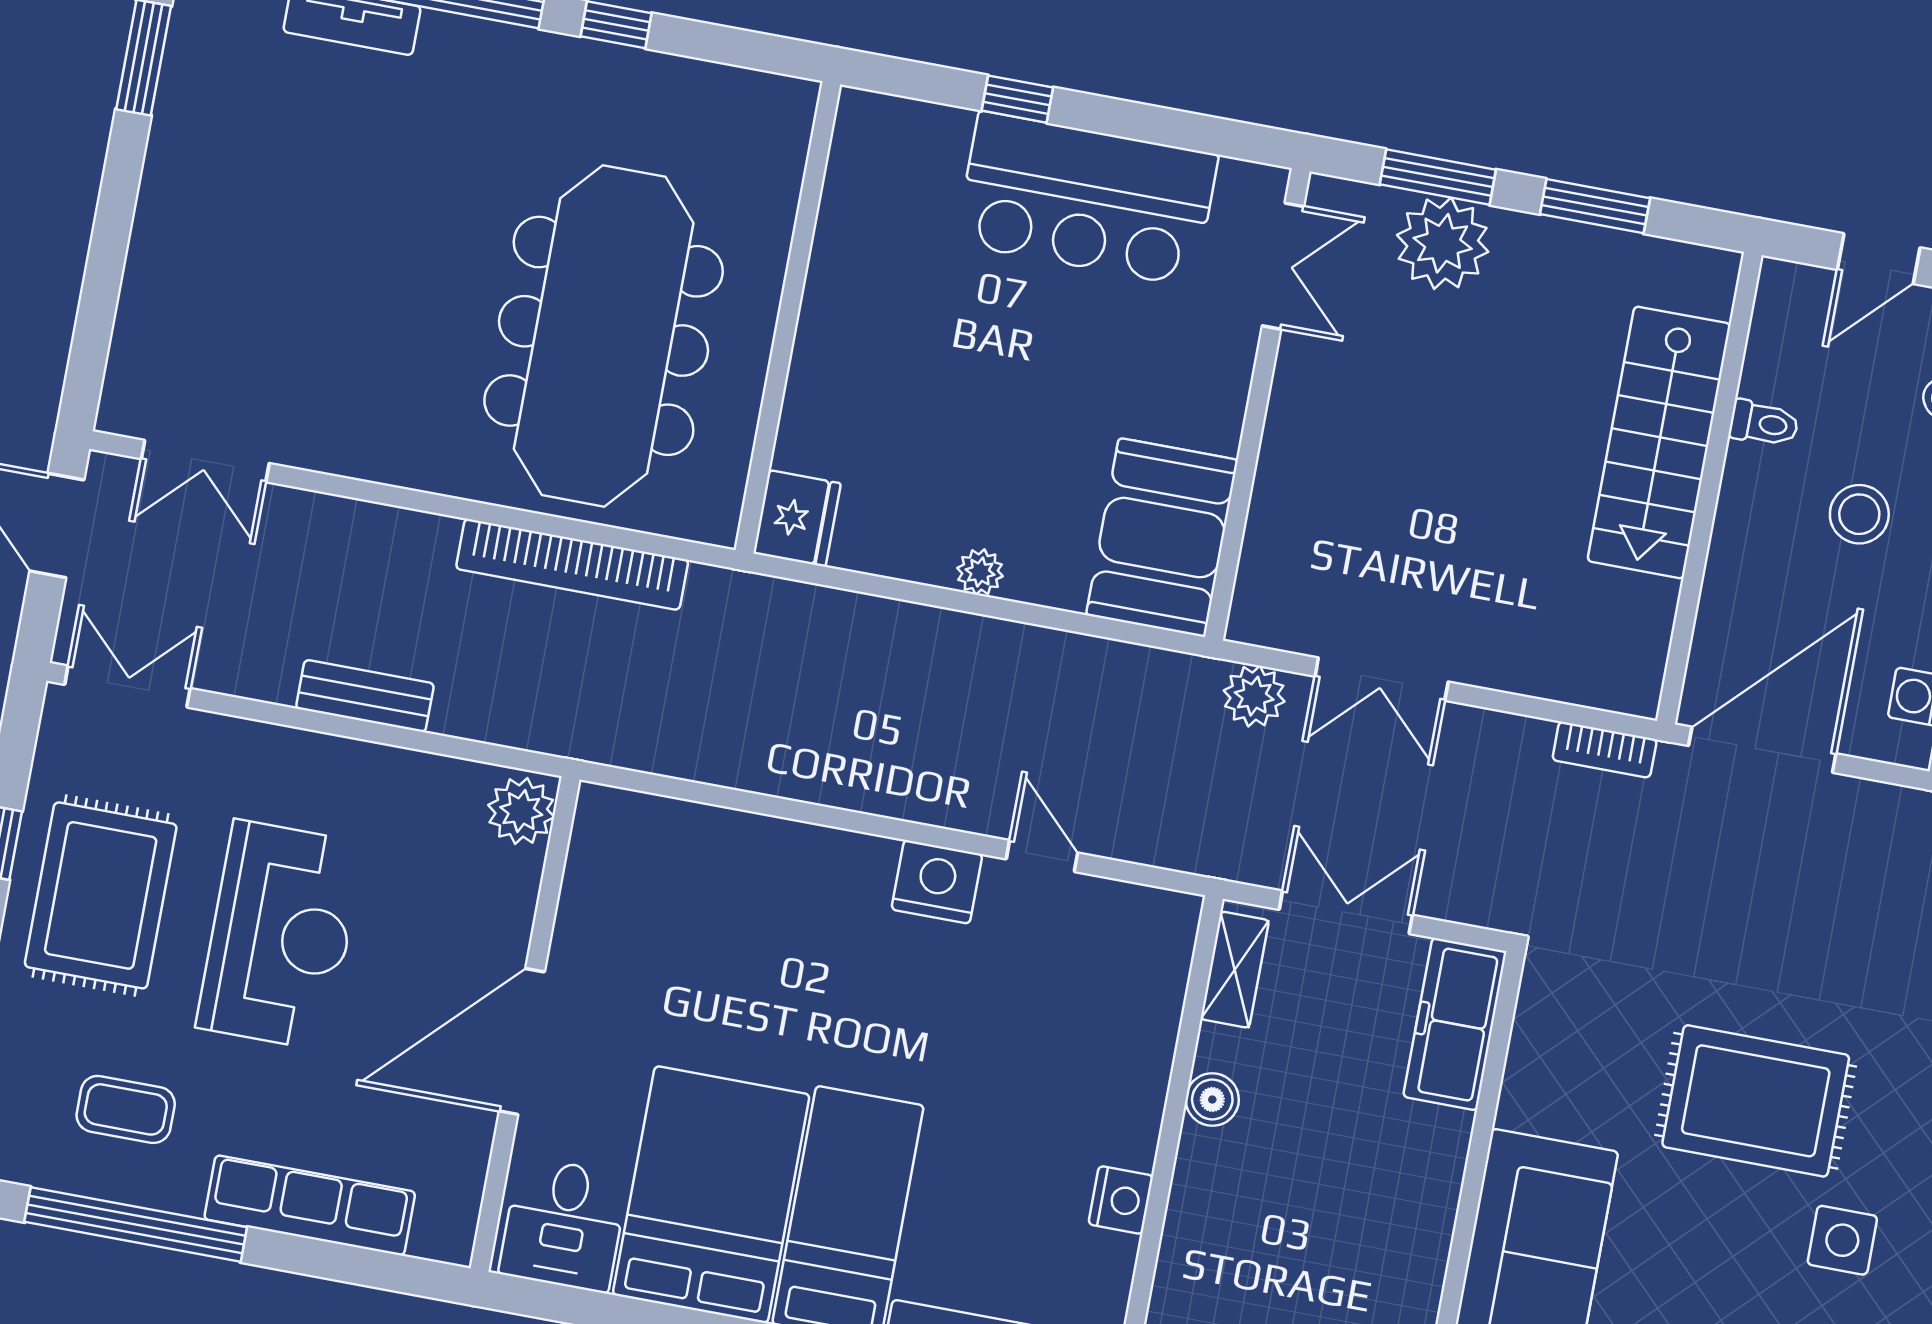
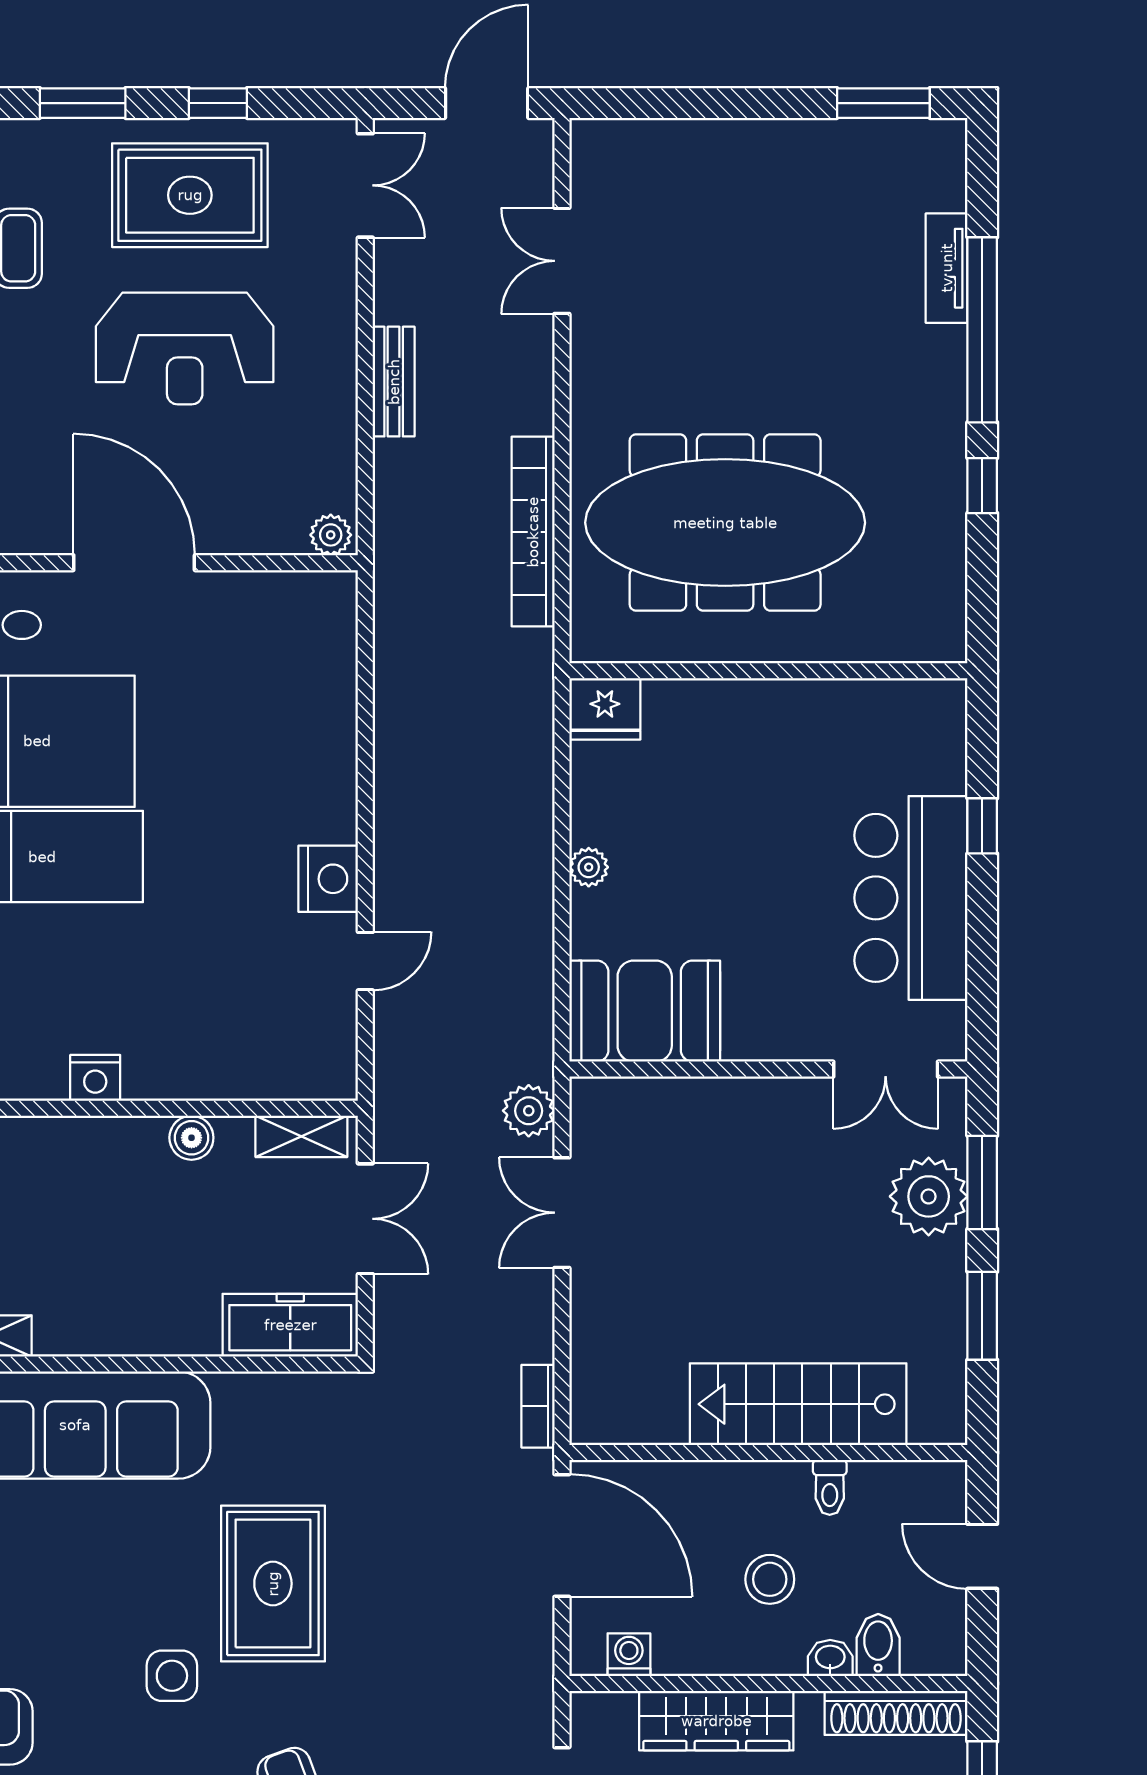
double door: (205, 461) -> (562, 261), moved
plant: (521, 811) -> (331, 535), width x0.73, depth x0.73

